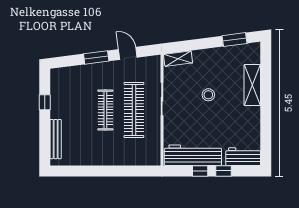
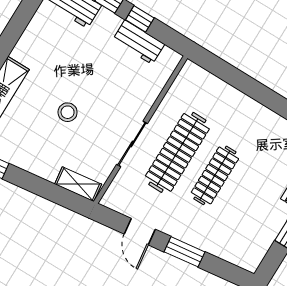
workbench: (193, 155) -> (139, 42), width x0.53, depth x0.76

